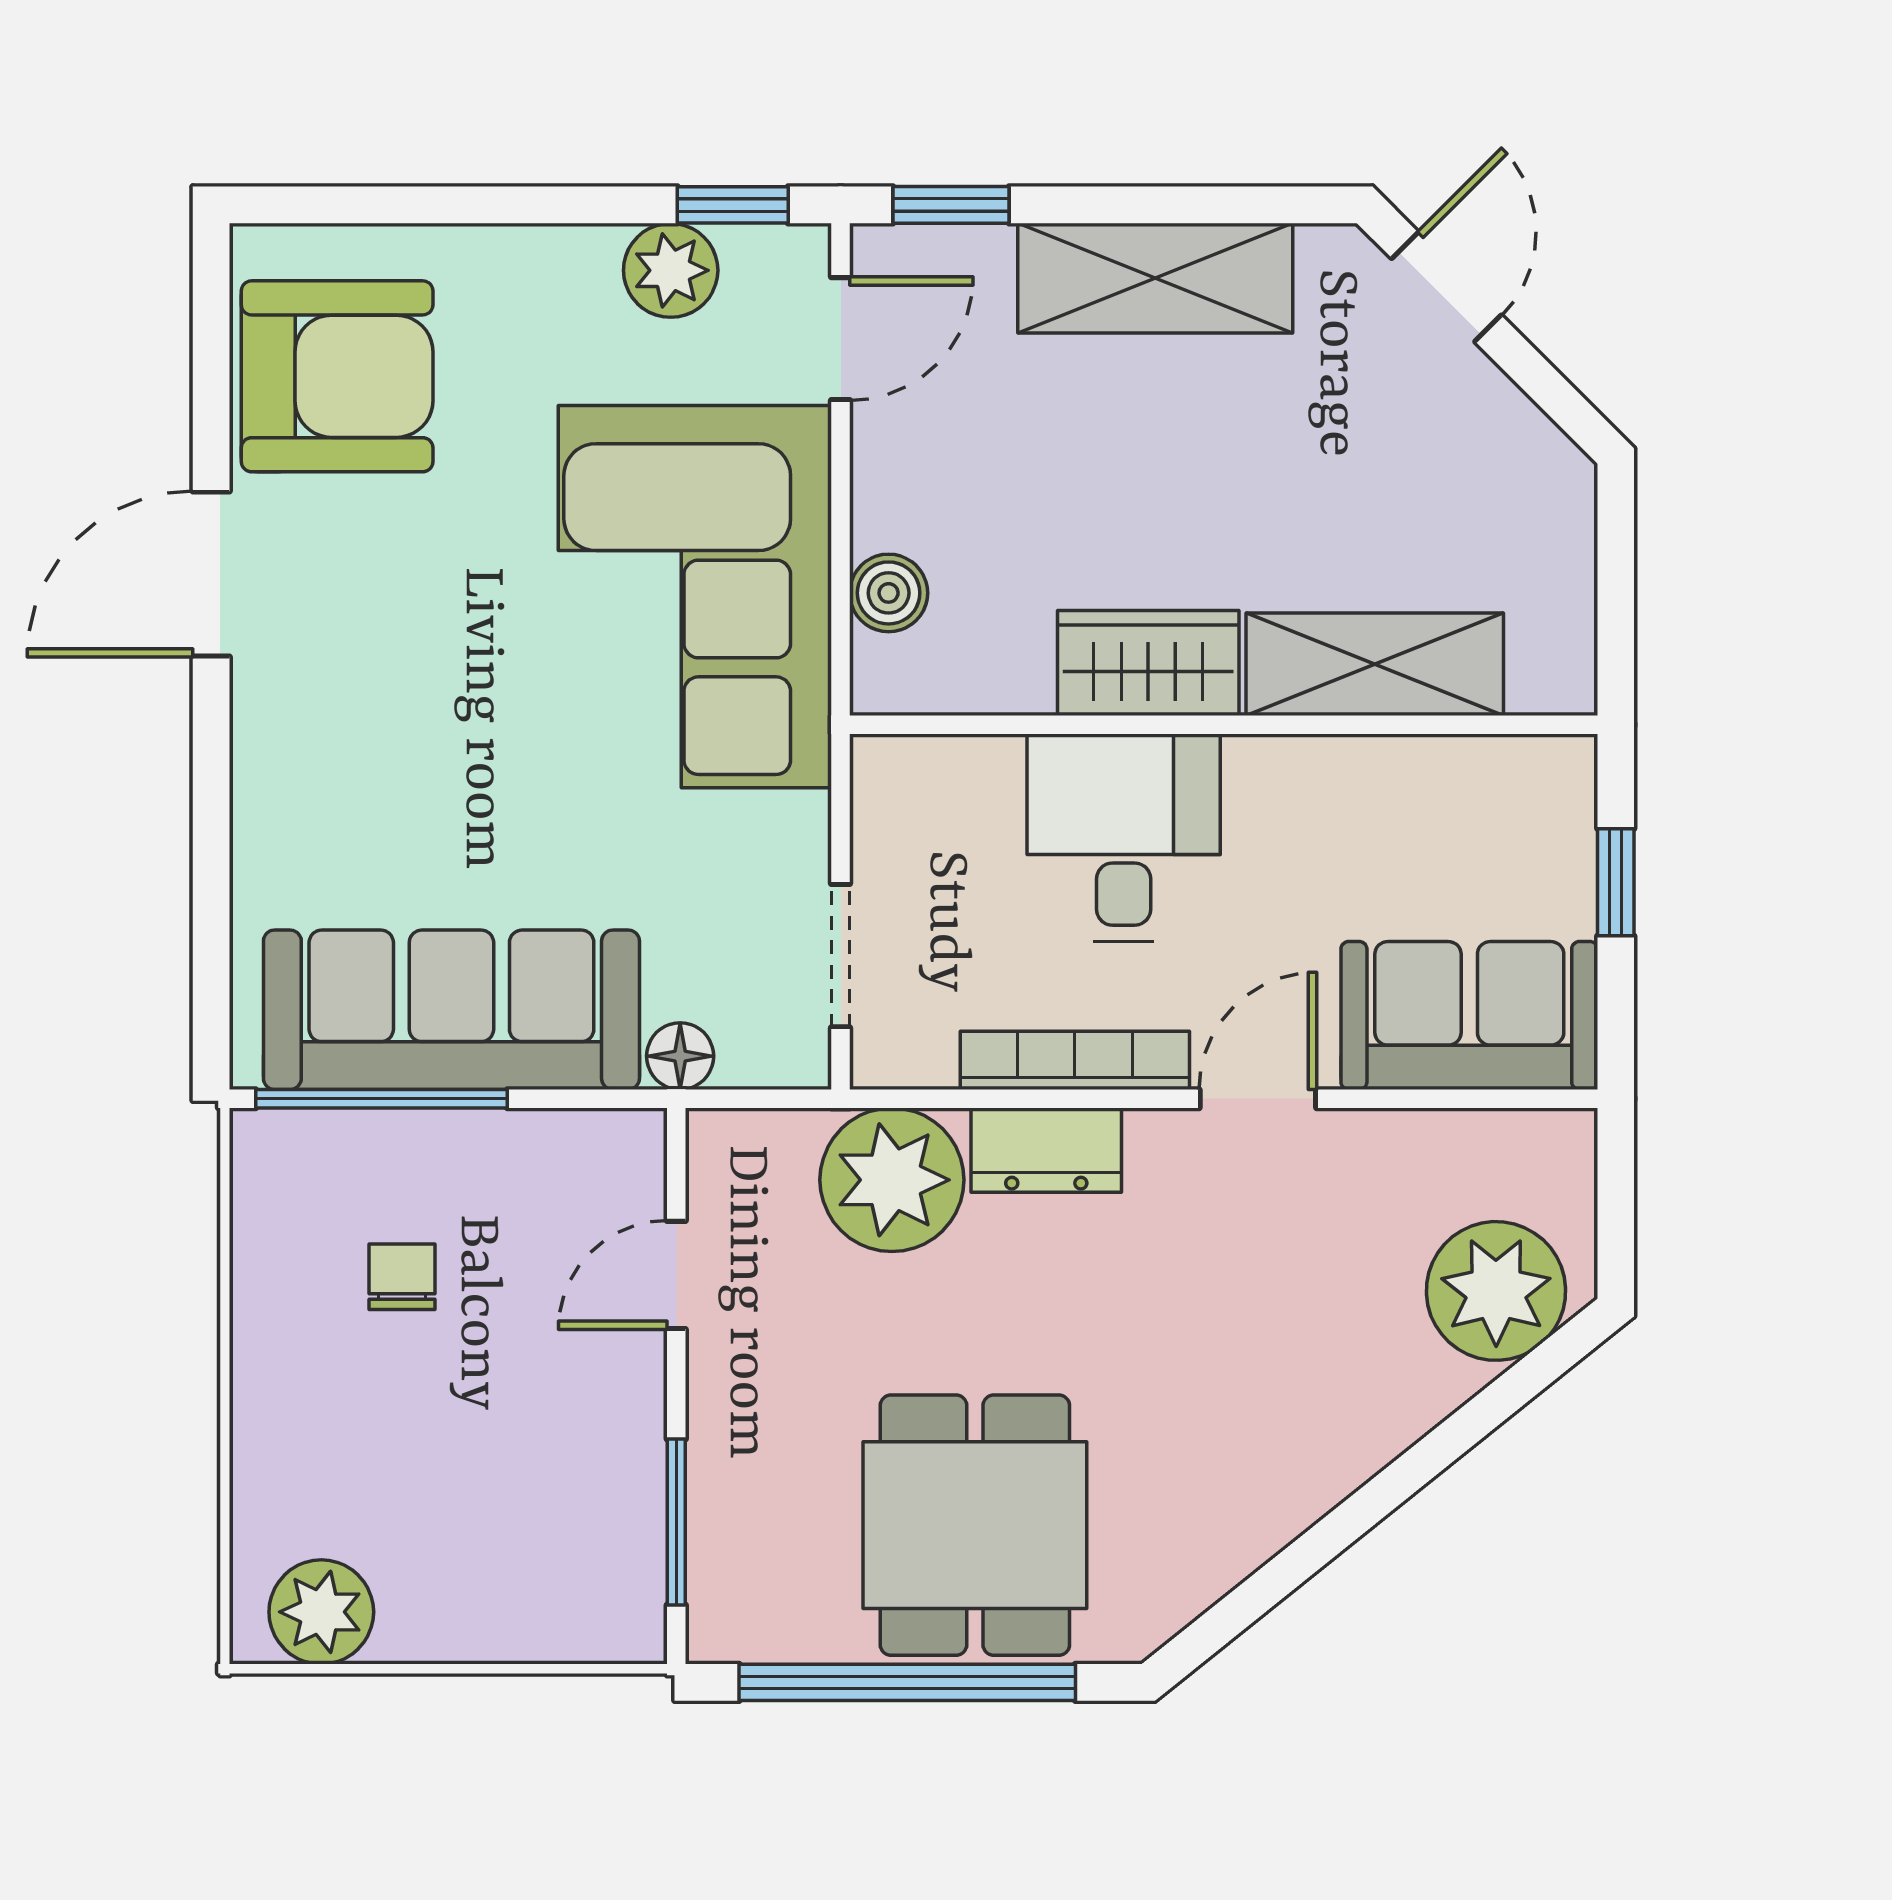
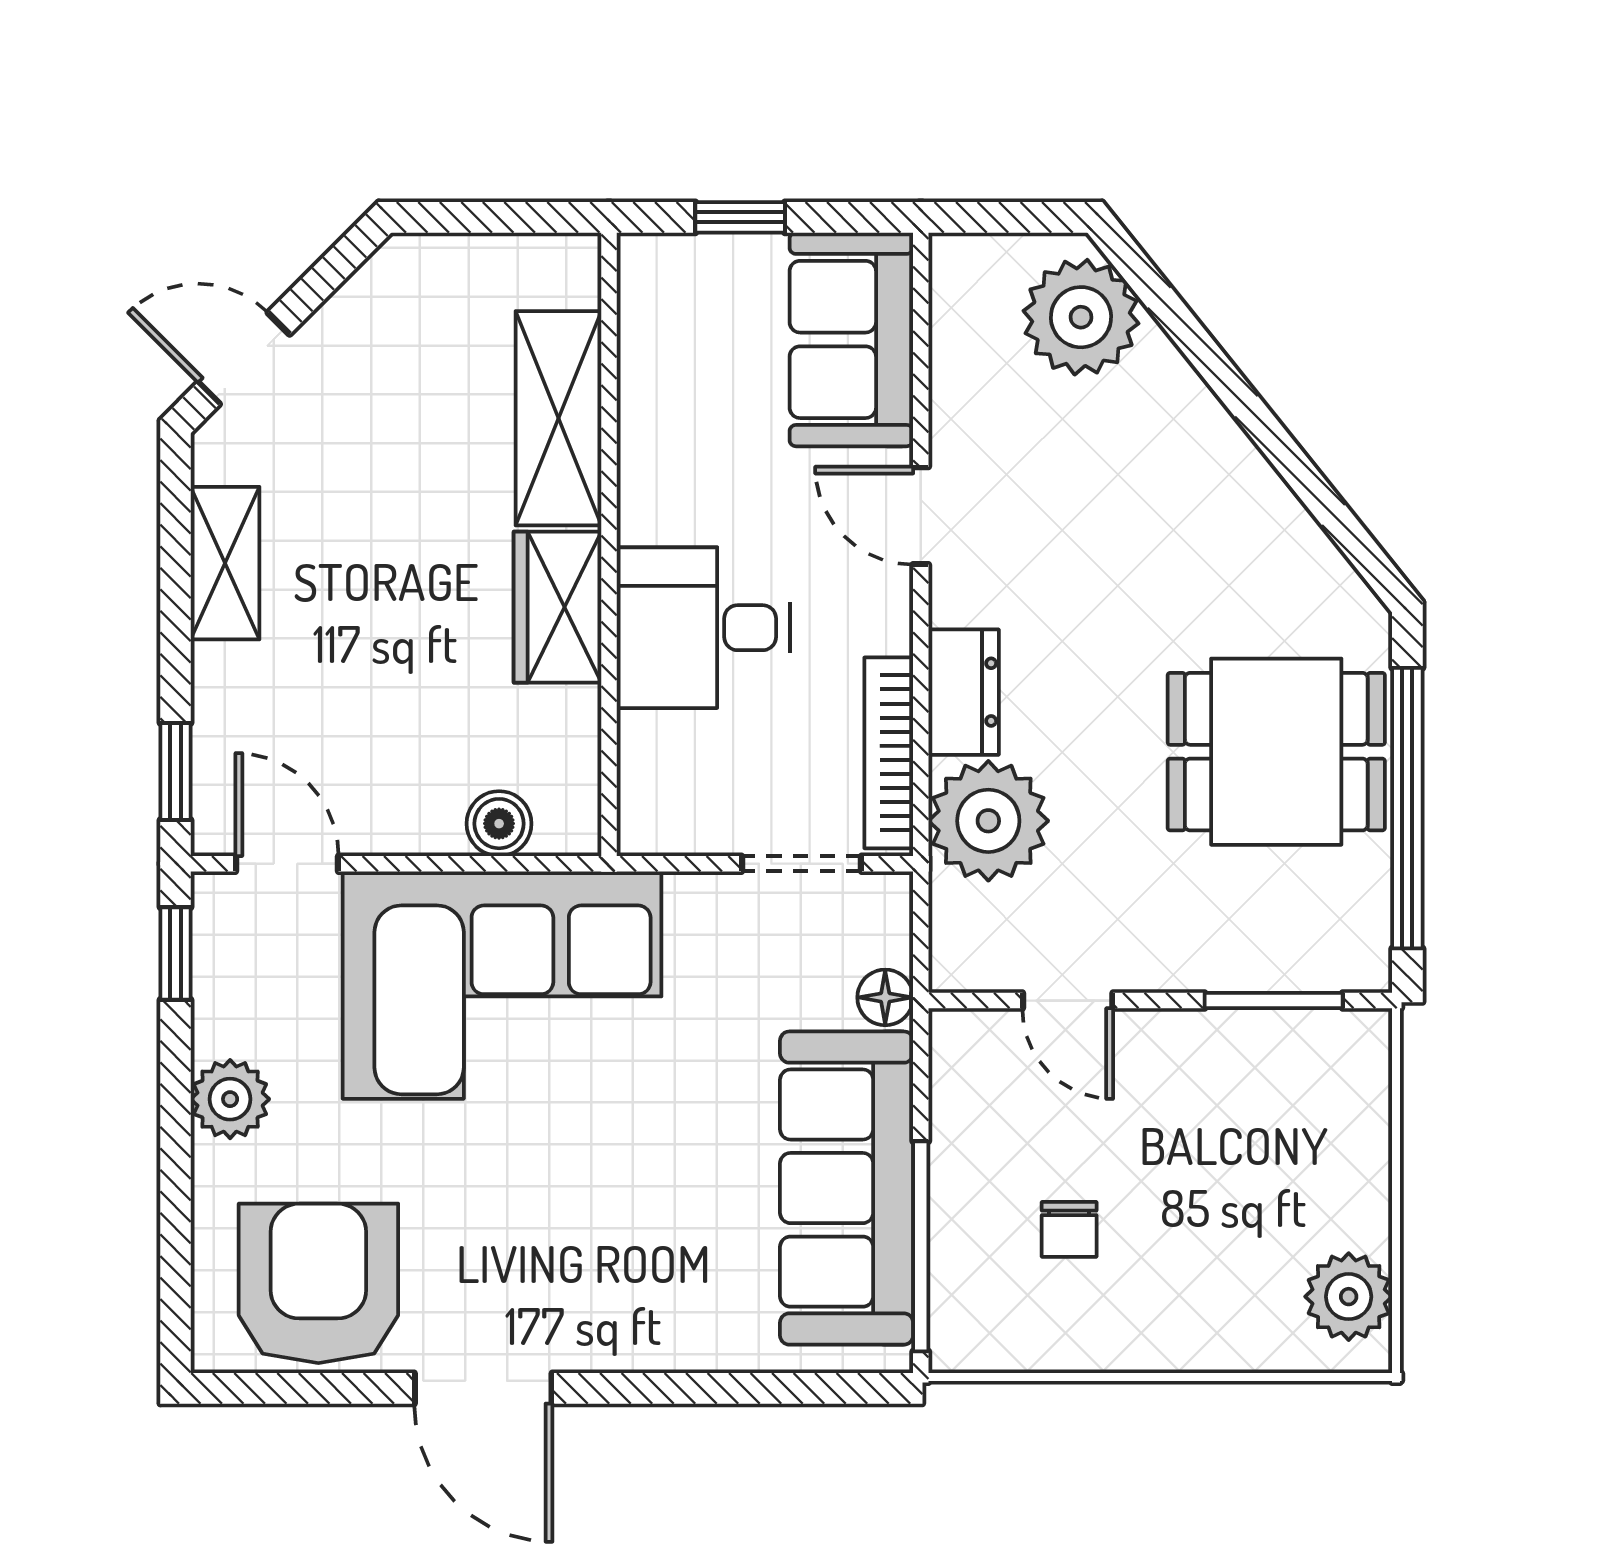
plant: (671, 270) -> (230, 1099), moved
shelving: (1155, 278) -> (225, 563), width x0.67, depth x0.75
bookcase: (1075, 1060) -> (889, 753), moved
chair: (402, 1277) -> (1069, 1229), turned -90

